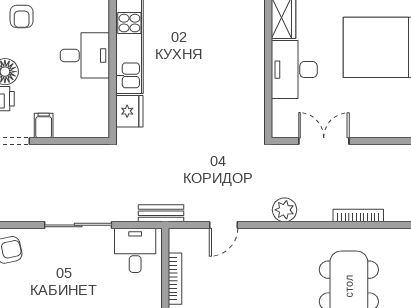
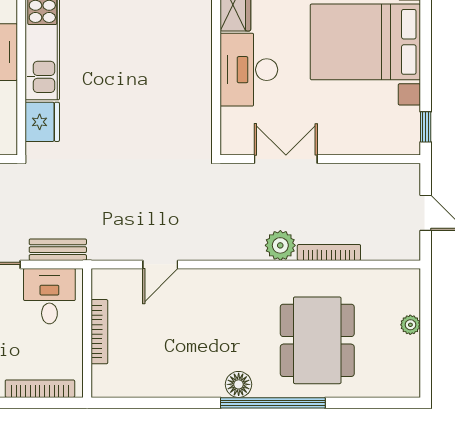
plant: (285, 210) -> (280, 245), moved
bench: (161, 213) -> (58, 250), moved

